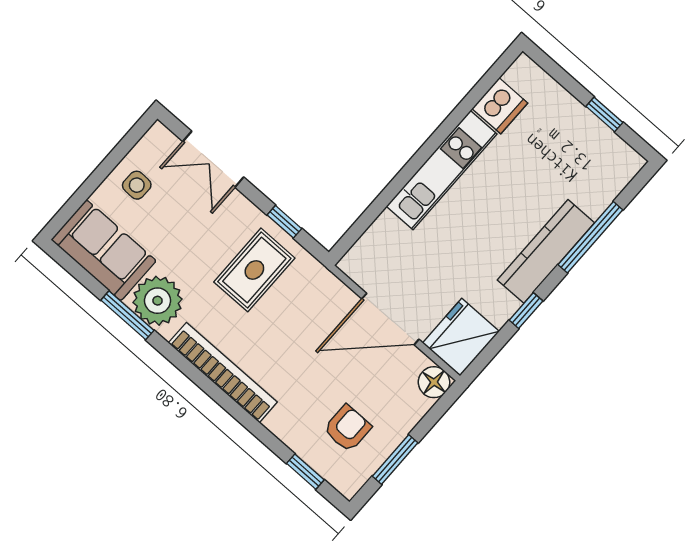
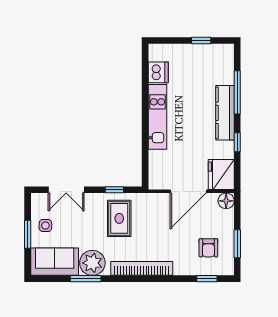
window: (99, 175) -> (28, 234), added
armchair: (347, 428) -> (208, 248), turned 180

